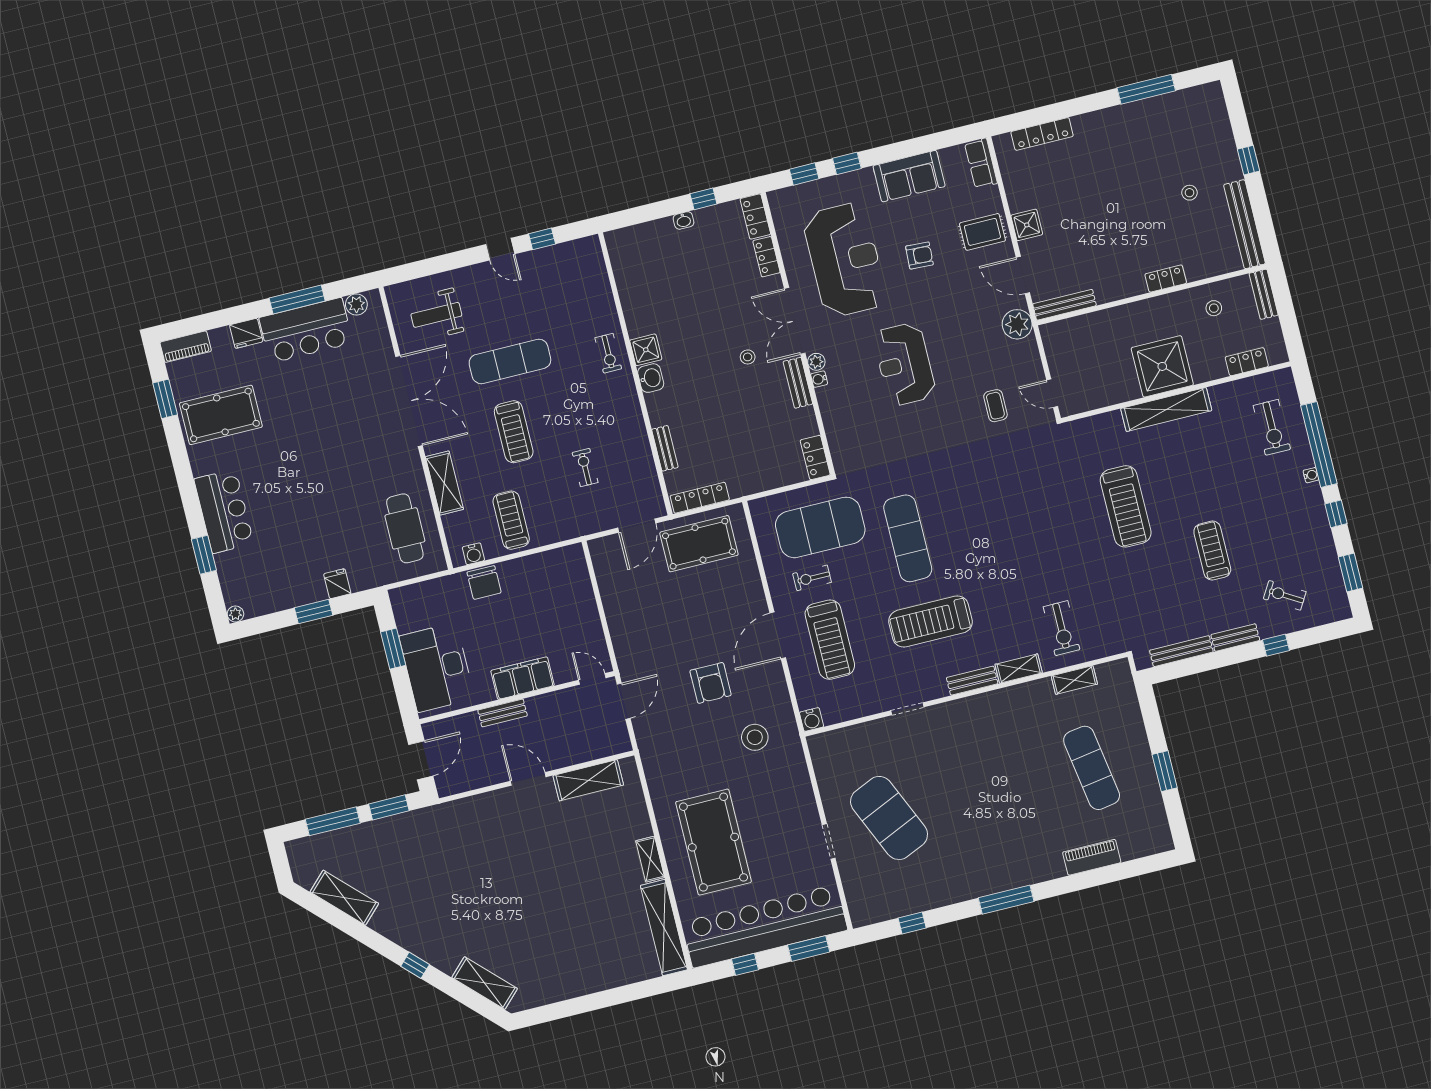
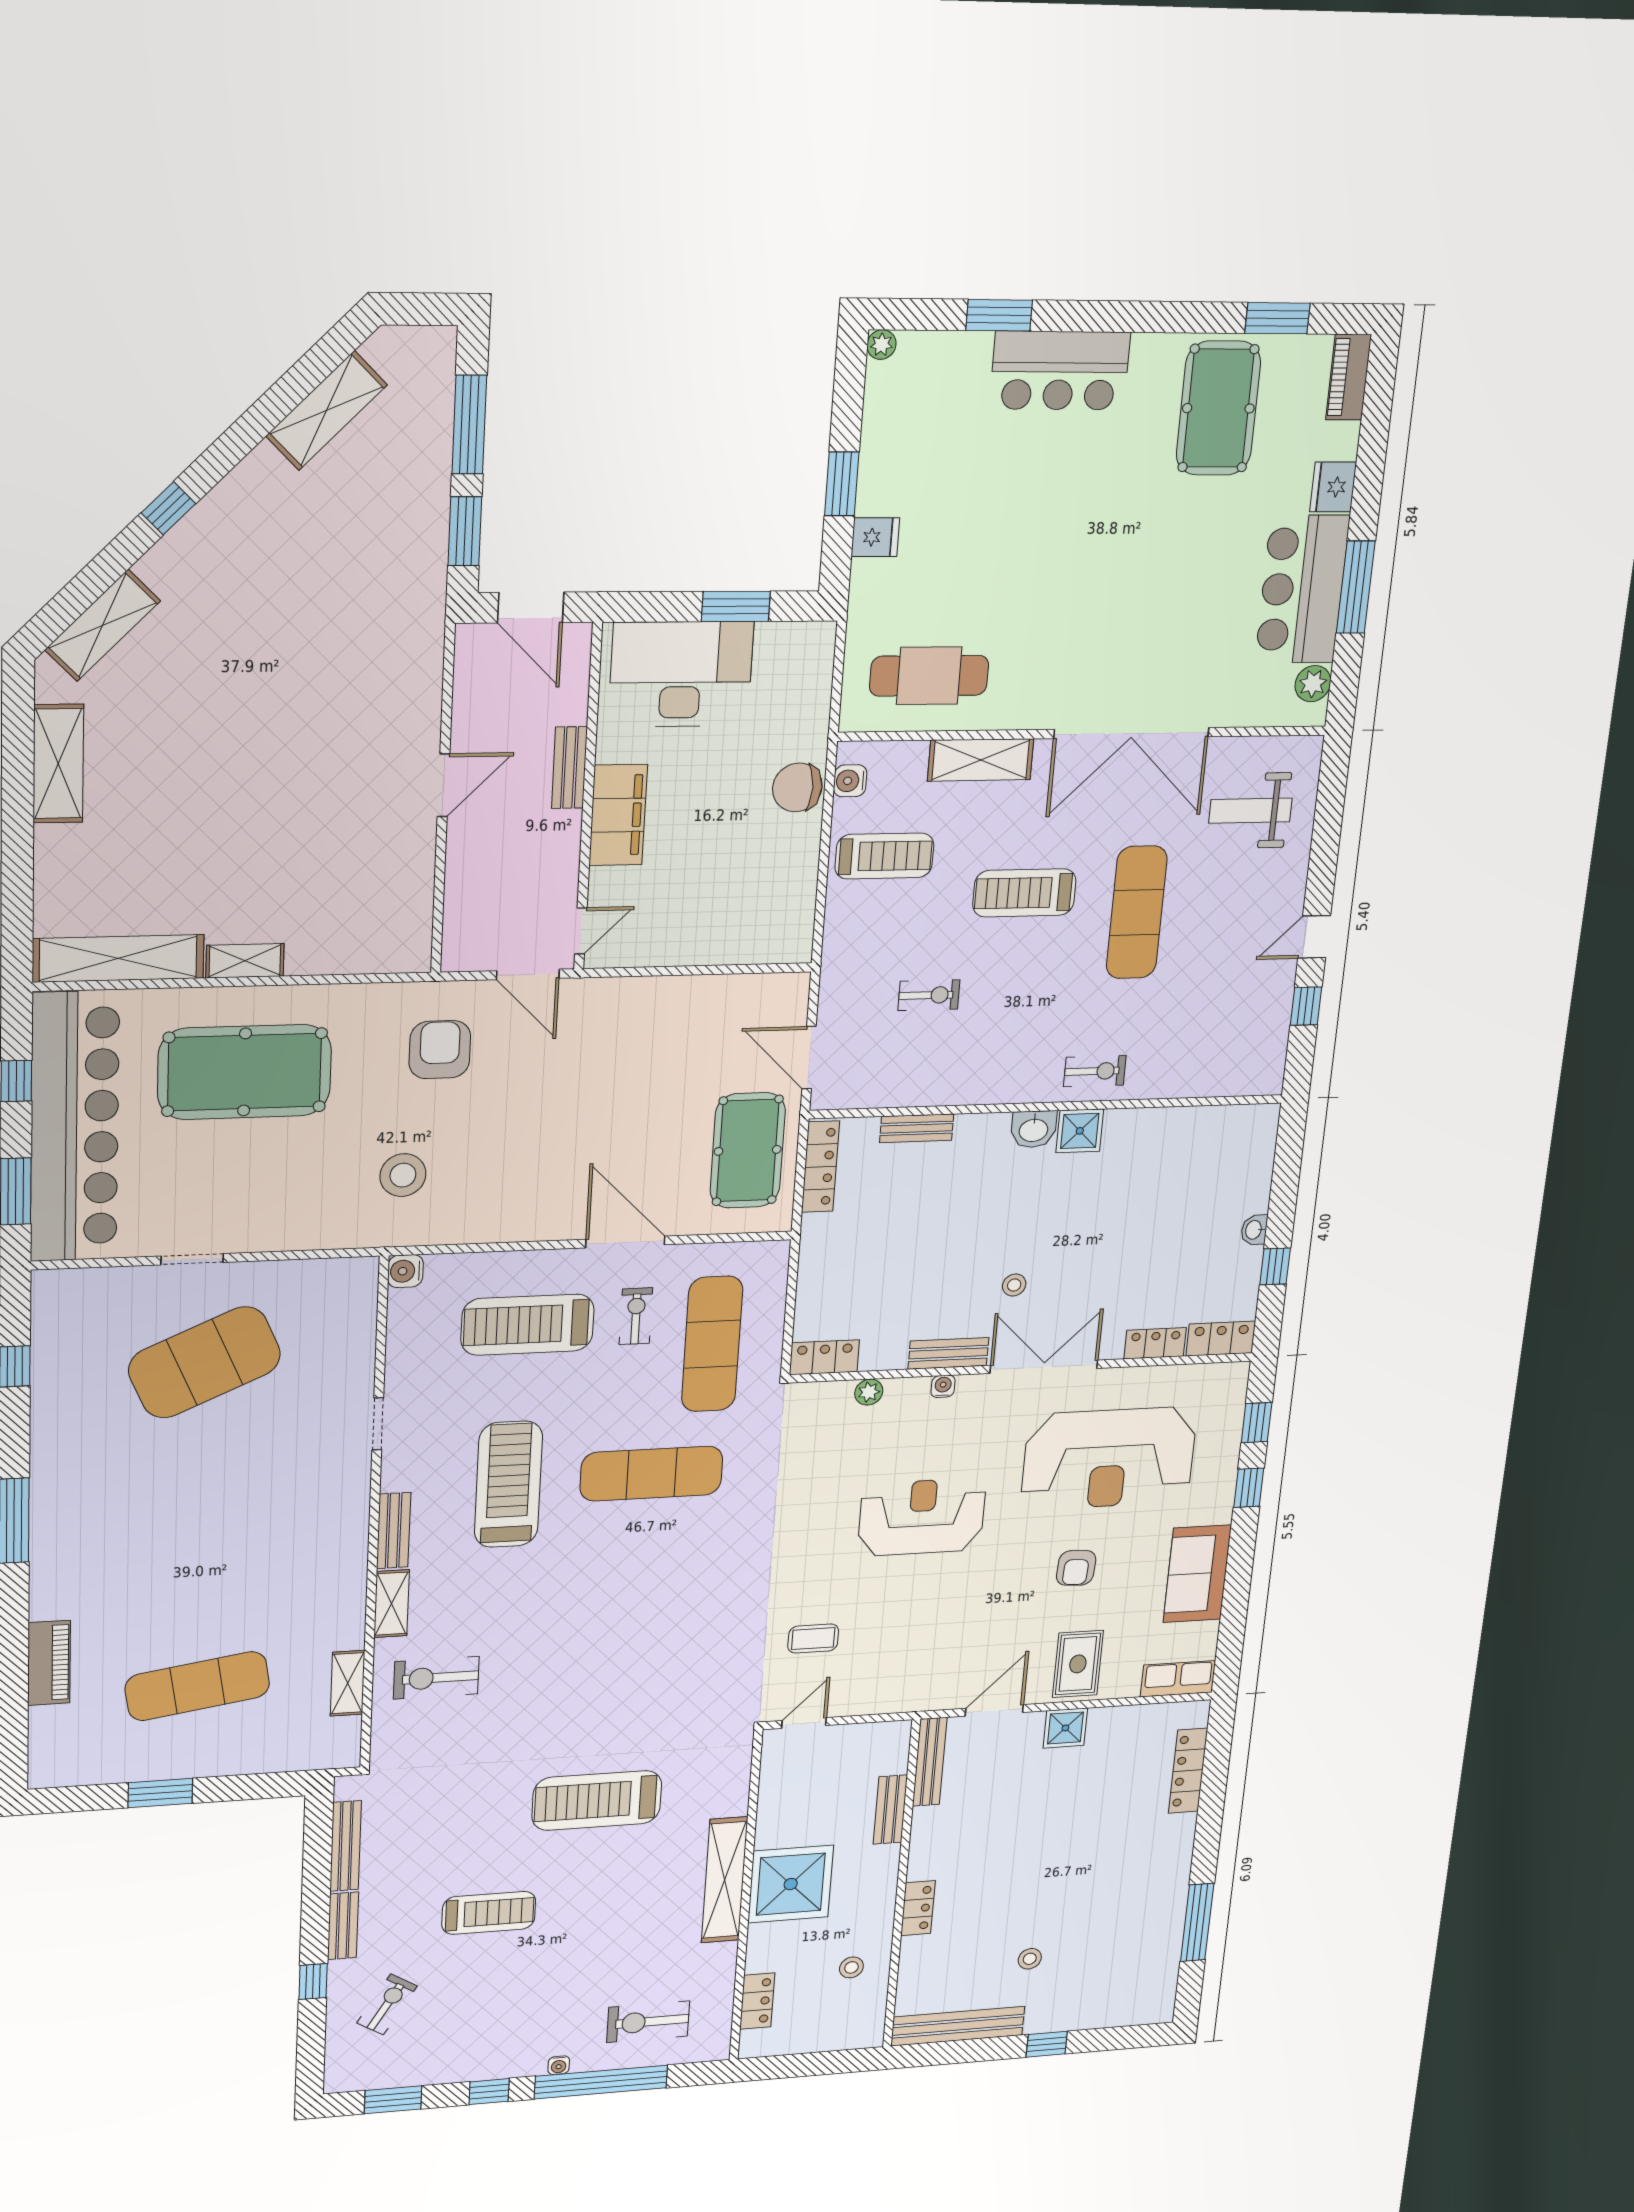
bench: (1264, 294) -> (890, 1810), moved, turned 90
weight bench: (436, 315) -> (1250, 811), turned -90
plant: (1017, 324) -> (924, 1690), removed
exercise bike: (608, 353) -> (1095, 1071), turned 180
plant: (816, 362) -> (869, 1392), moved
exercise mat: (820, 527) -> (712, 1344), width x0.68
door: (778, 635) -> (625, 1242), moved
armchair: (711, 683) -> (440, 1050), moved, turned 90
shelving: (588, 780) -> (58, 764), moved

